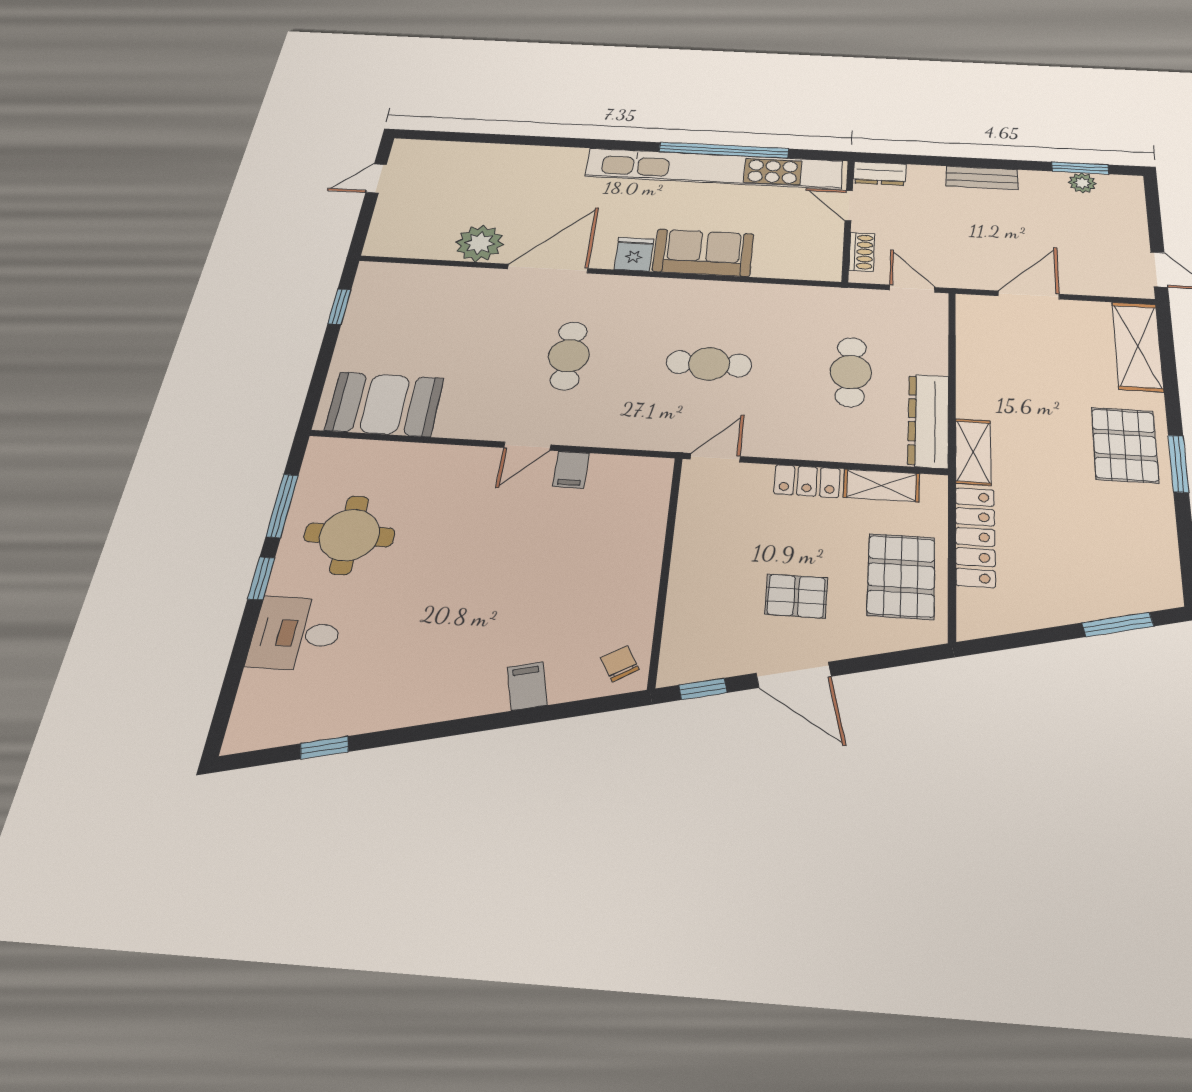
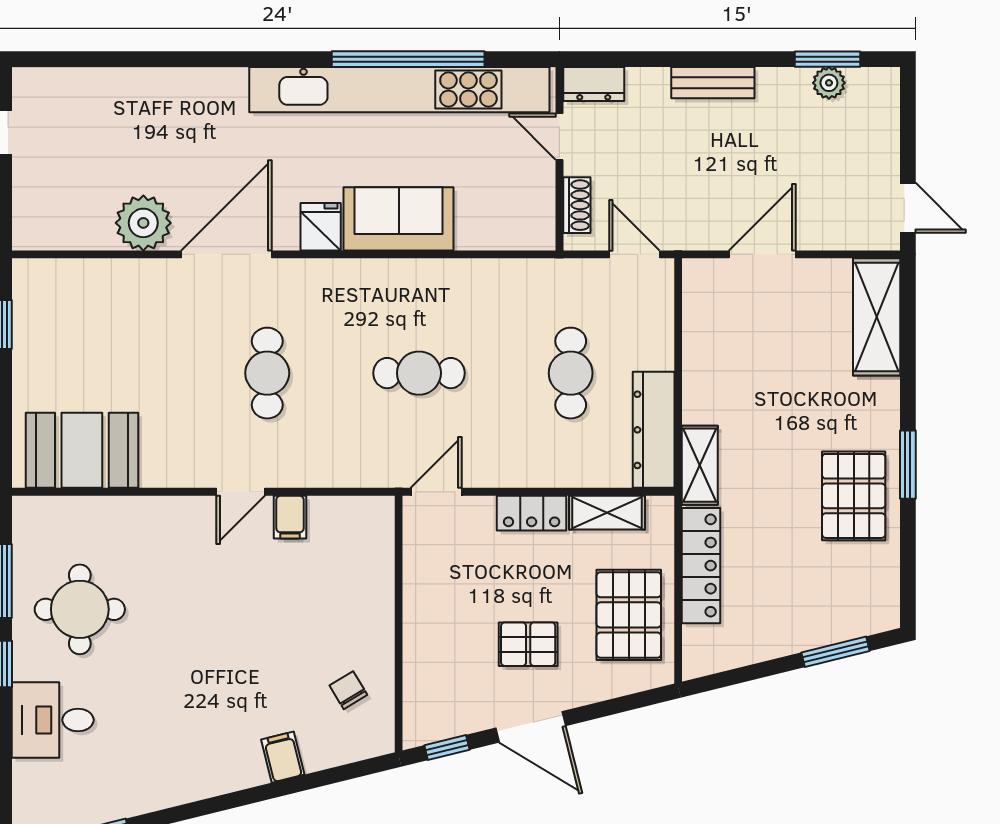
pallet: (1125, 445) -> (854, 496), moved
chair: (620, 664) -> (348, 690), moved

